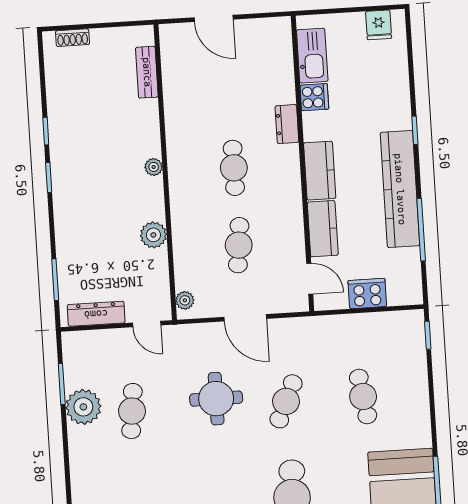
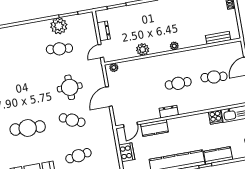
dresser: (287, 124) -> (169, 112), moved
kitchen counter: (320, 171) -> (218, 155), moved, turned 180
cafe table: (239, 245) -> (214, 77), moved
dresser: (96, 314) -> (104, 31), width x0.70

